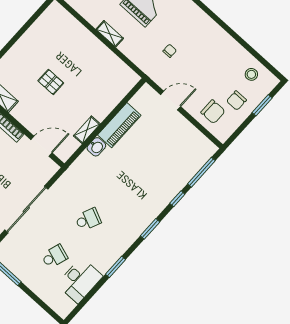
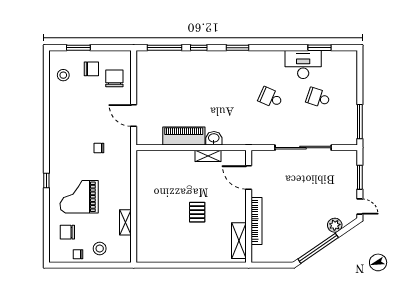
shelving: (110, 34) -> (125, 222), moved
window: (116, 267) -> (320, 48), moved
desk: (80, 280) -> (303, 64), moved

